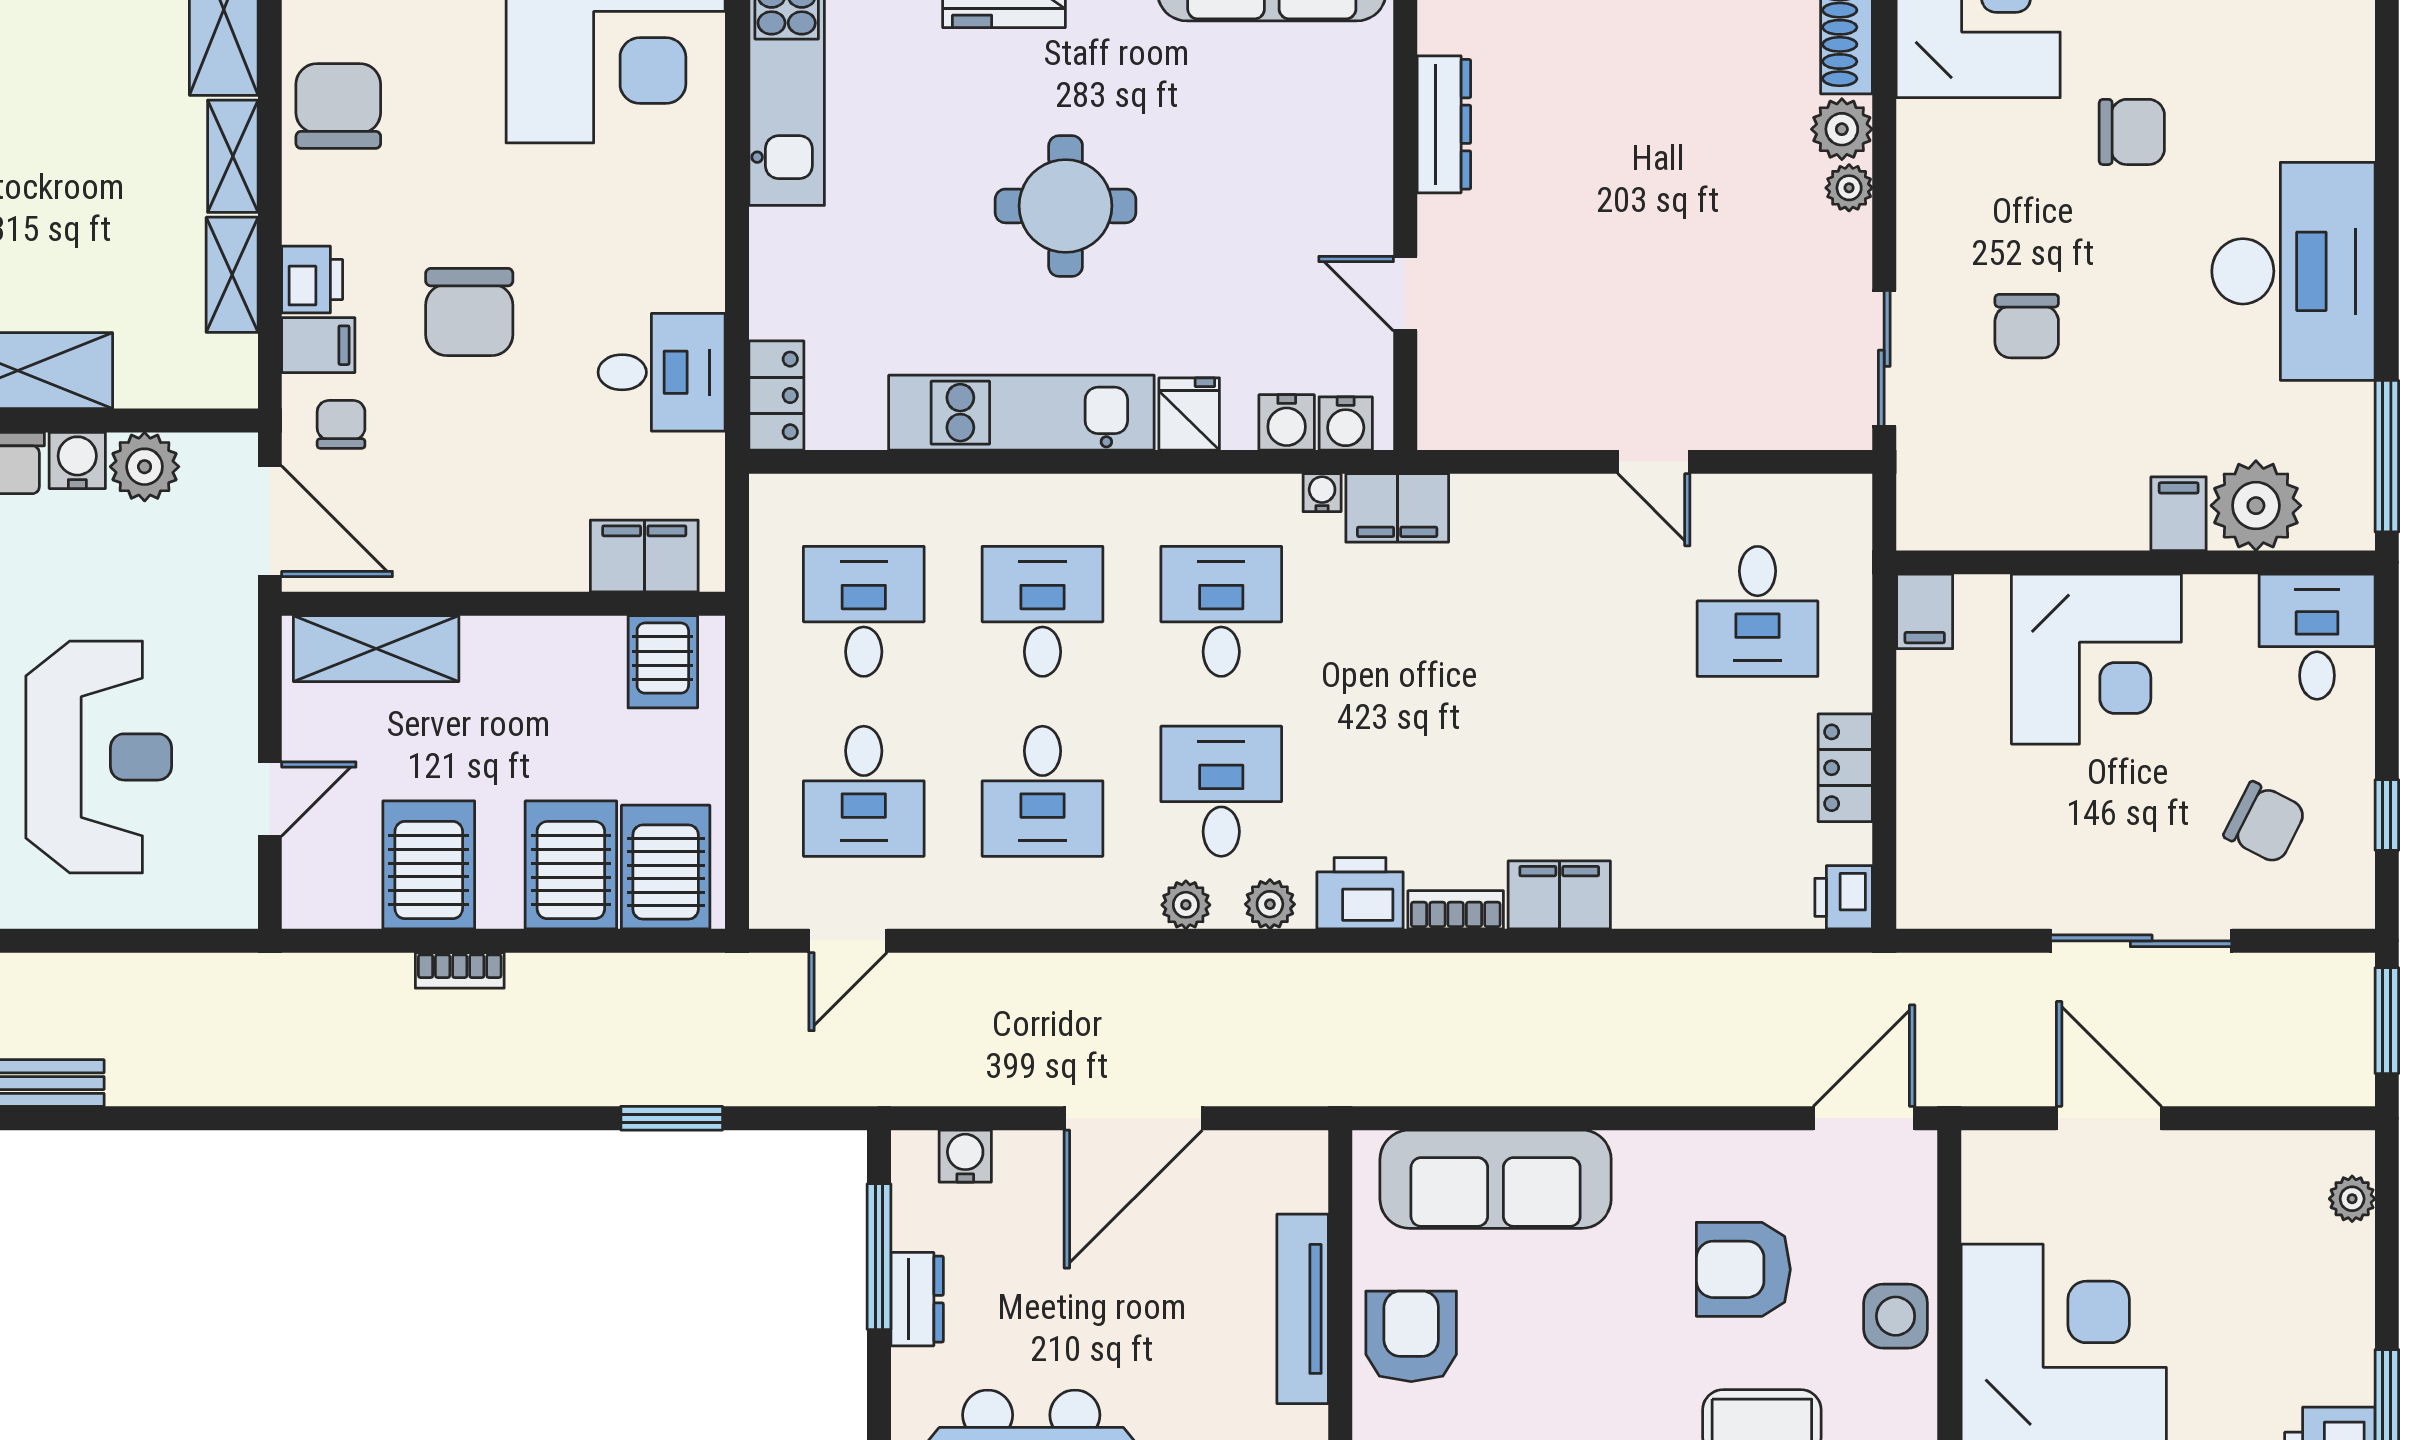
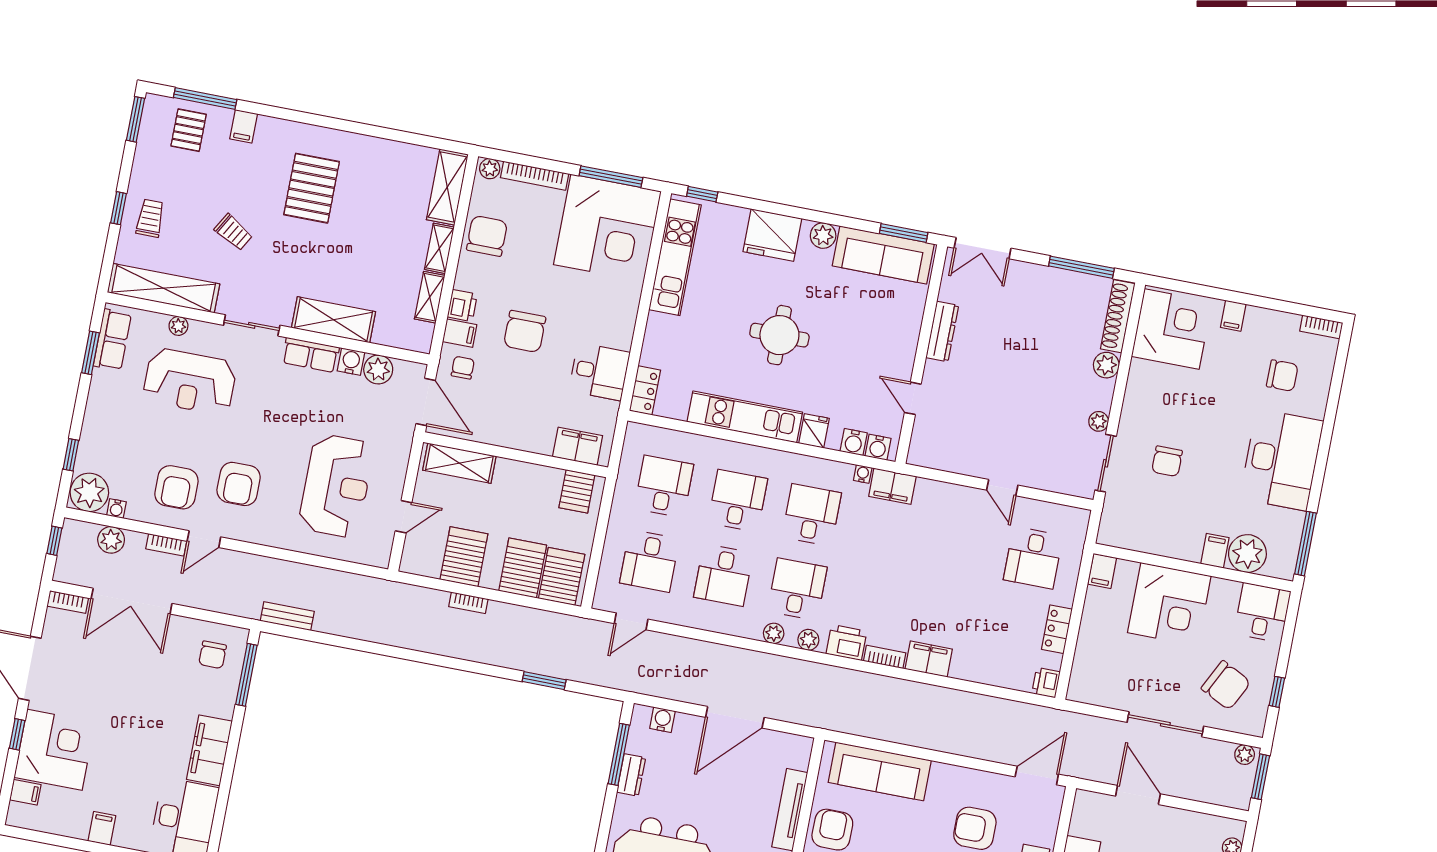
chair: (2132, 132) -> (1282, 376), moved
plant: (1849, 188) -> (1099, 421), moved
chair: (2265, 823) -> (1226, 685), width x1.37, depth x1.37
plant: (2340, 976) -> (1245, 755), added

